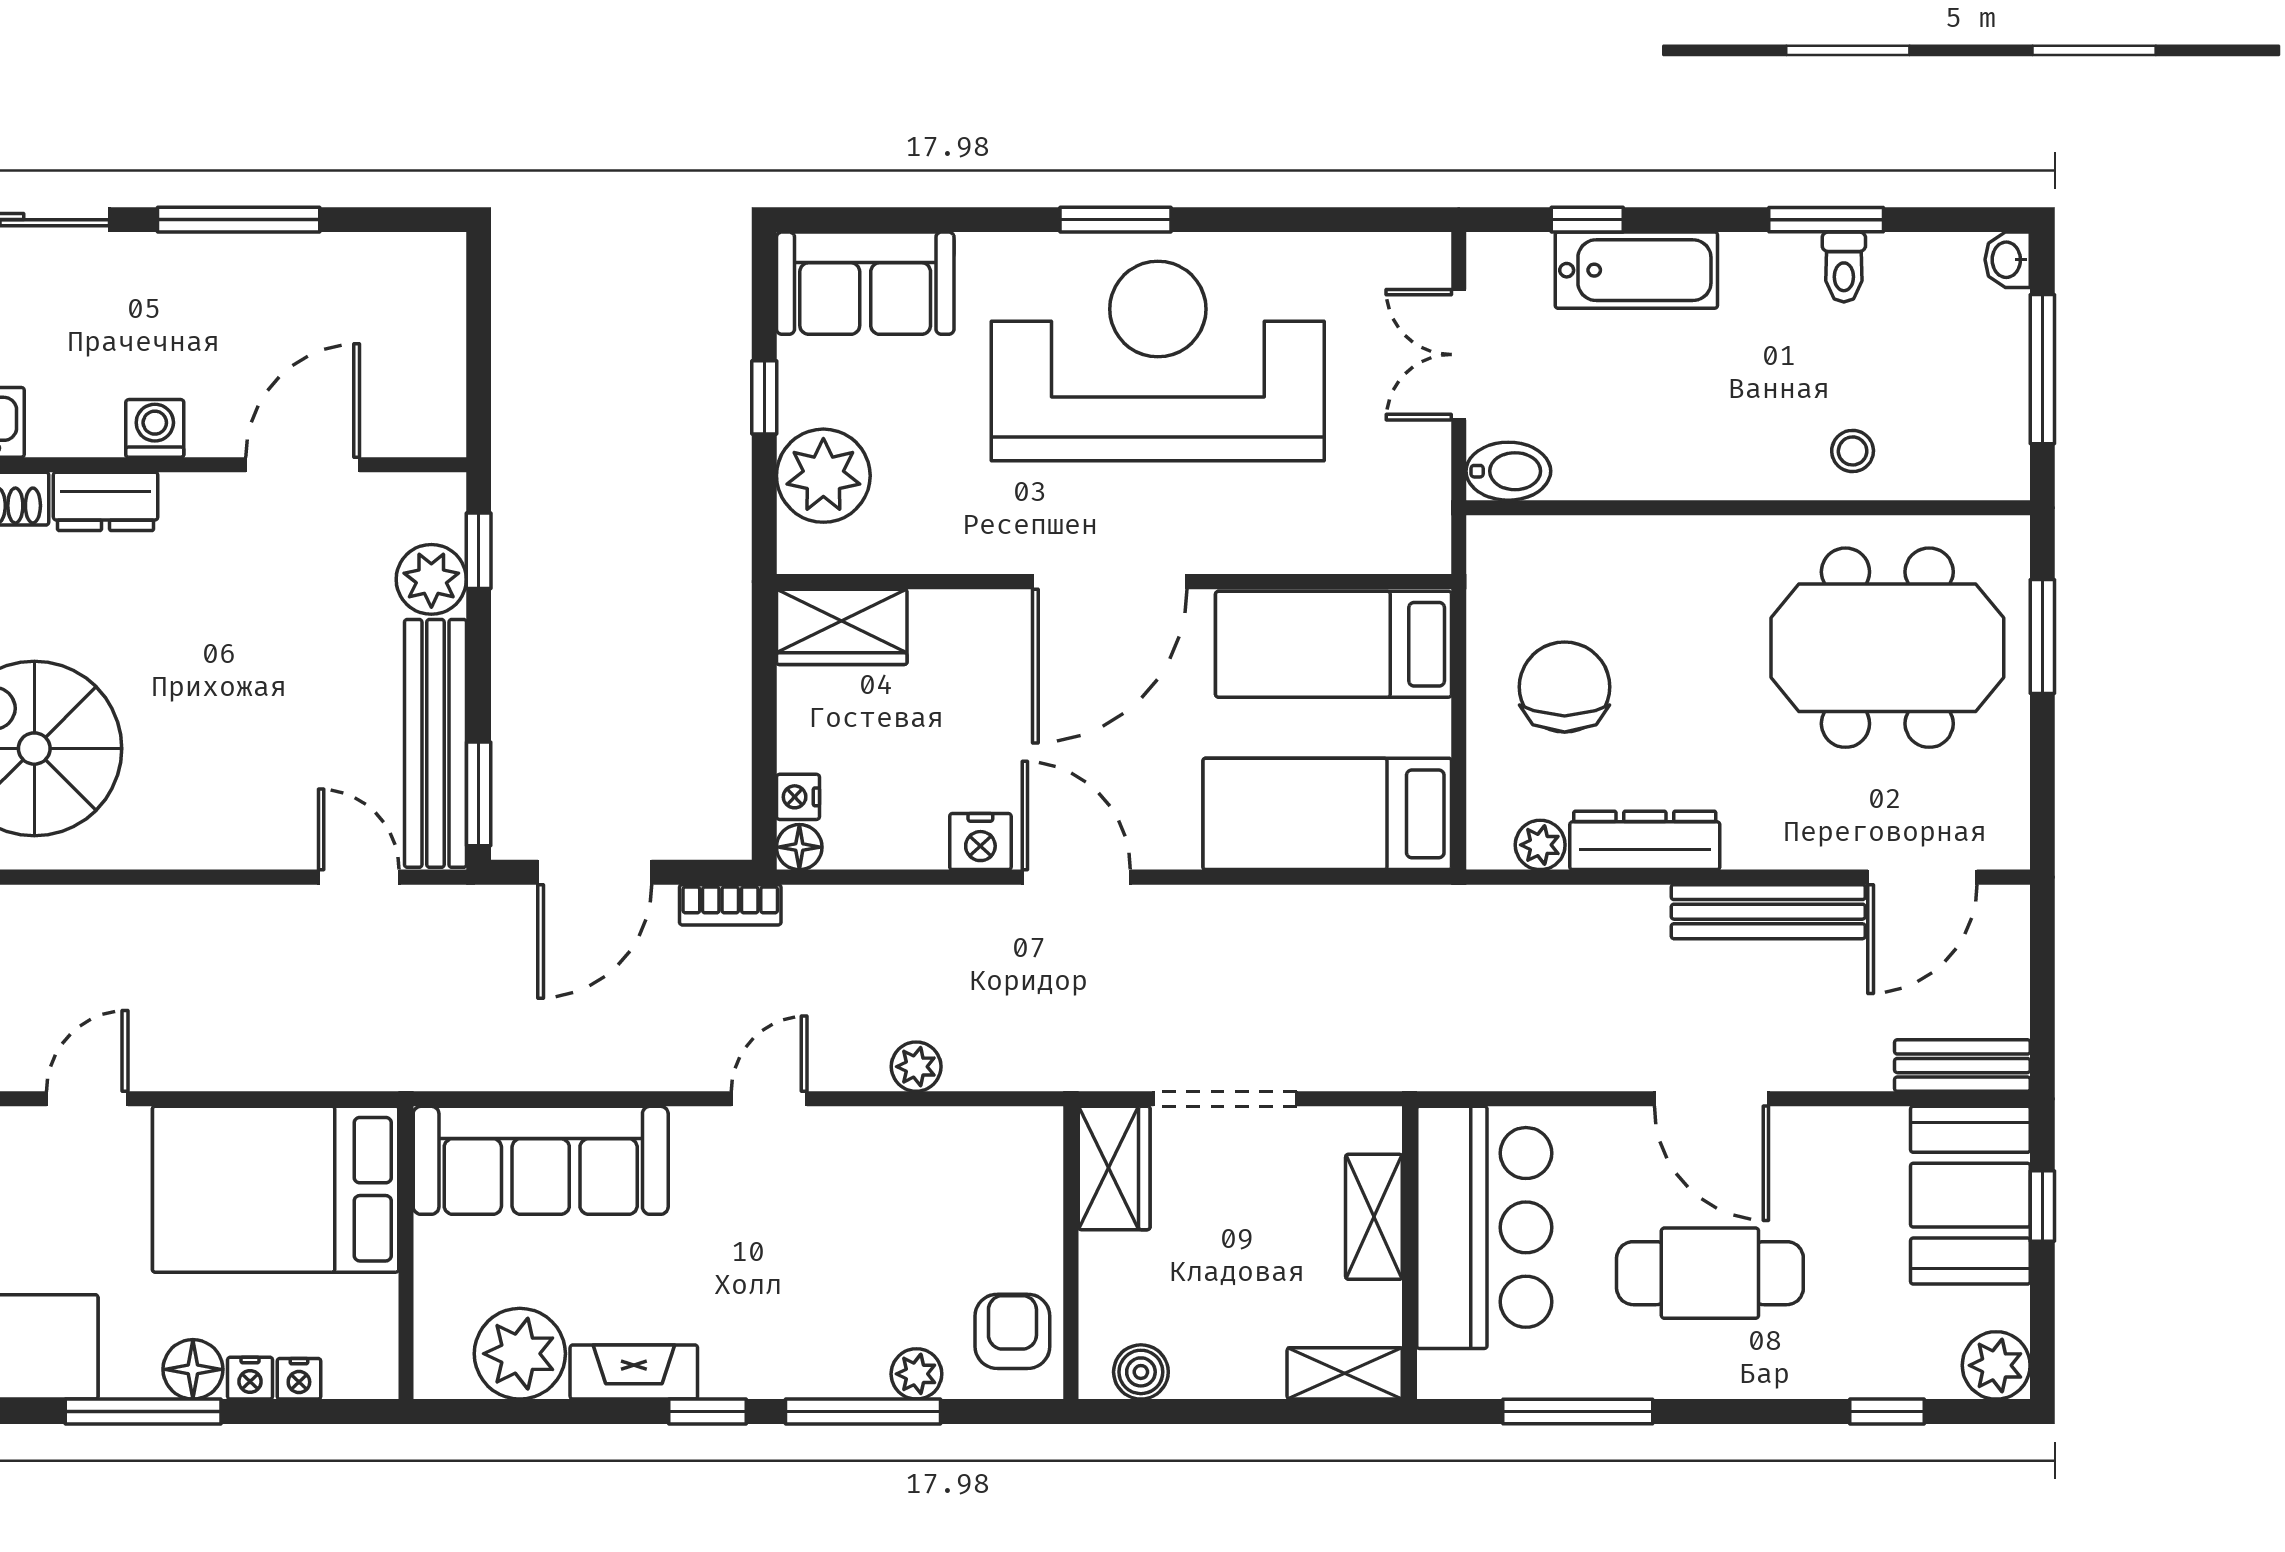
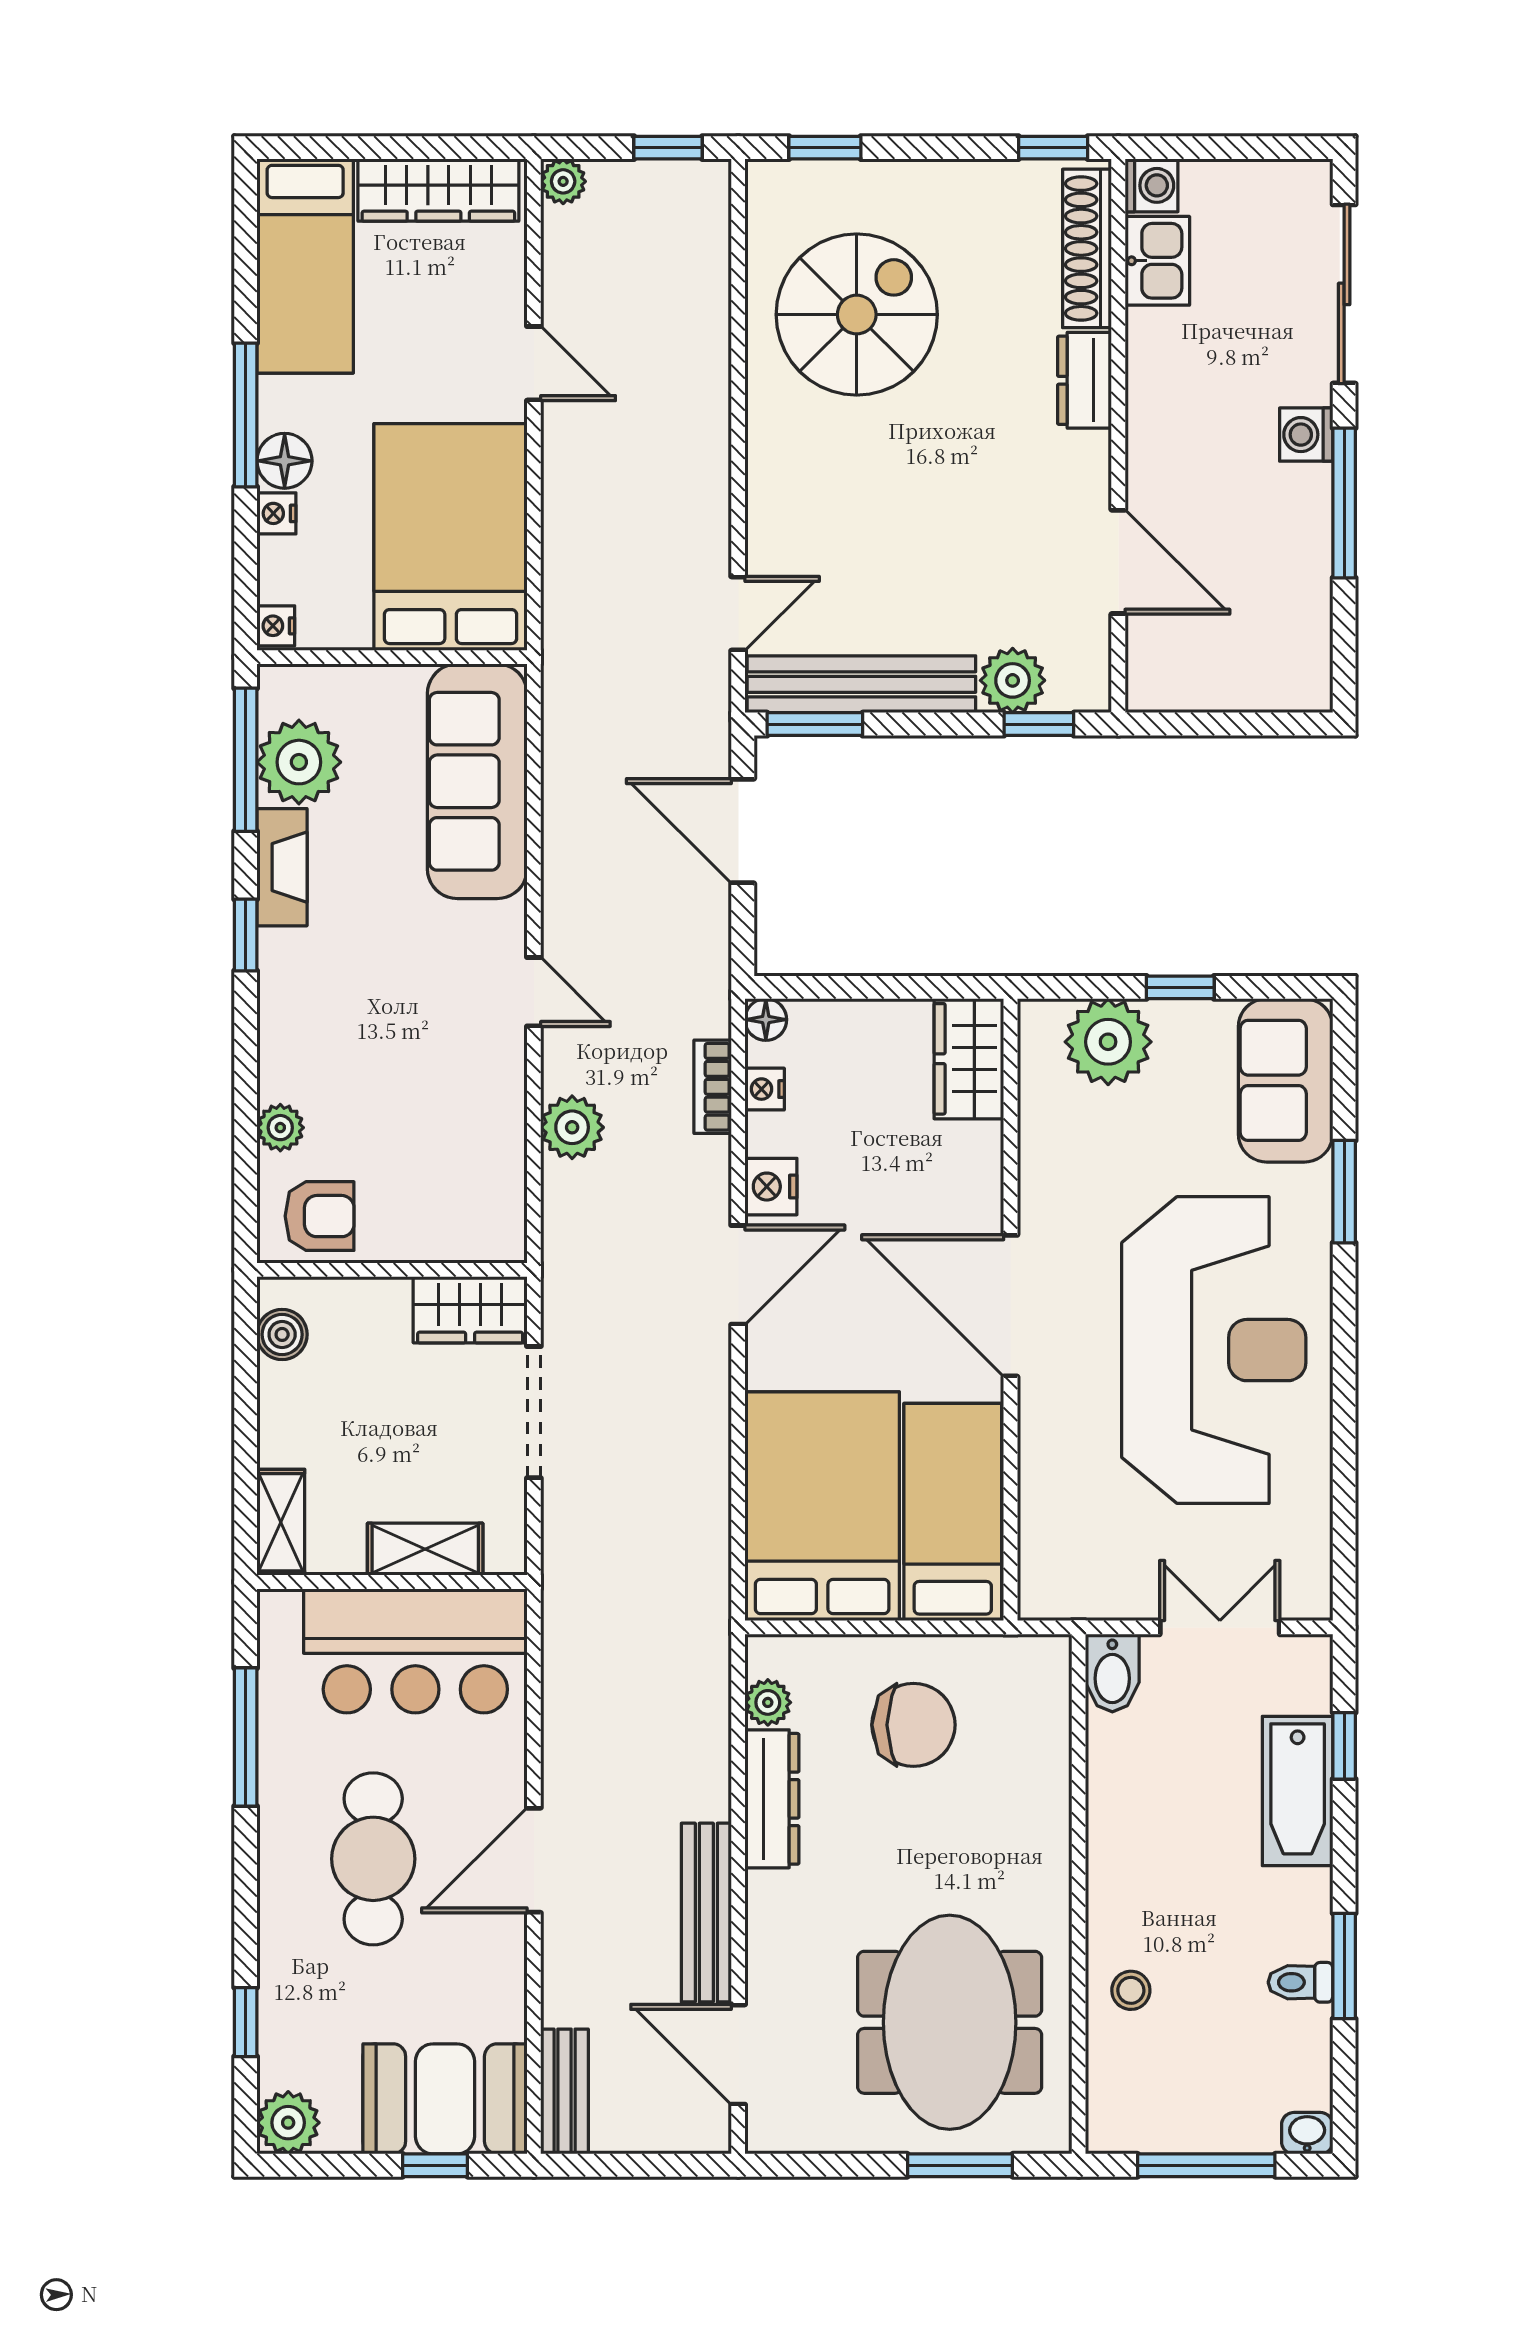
window: (1116, 220) -> (1344, 1192), moved
washing machine: (155, 428) -> (1306, 435), moved, turned 180
nightstand: (798, 797) -> (765, 1089), moved, turned -90
bed: (1327, 814) -> (822, 1506), width x1.50
bookcase: (730, 905) -> (713, 1087), moved
plant: (916, 1067) -> (572, 1127), width x1.38, depth x1.38
nightstand: (299, 1379) -> (276, 626), moved
window: (863, 1412) -> (246, 760), moved

